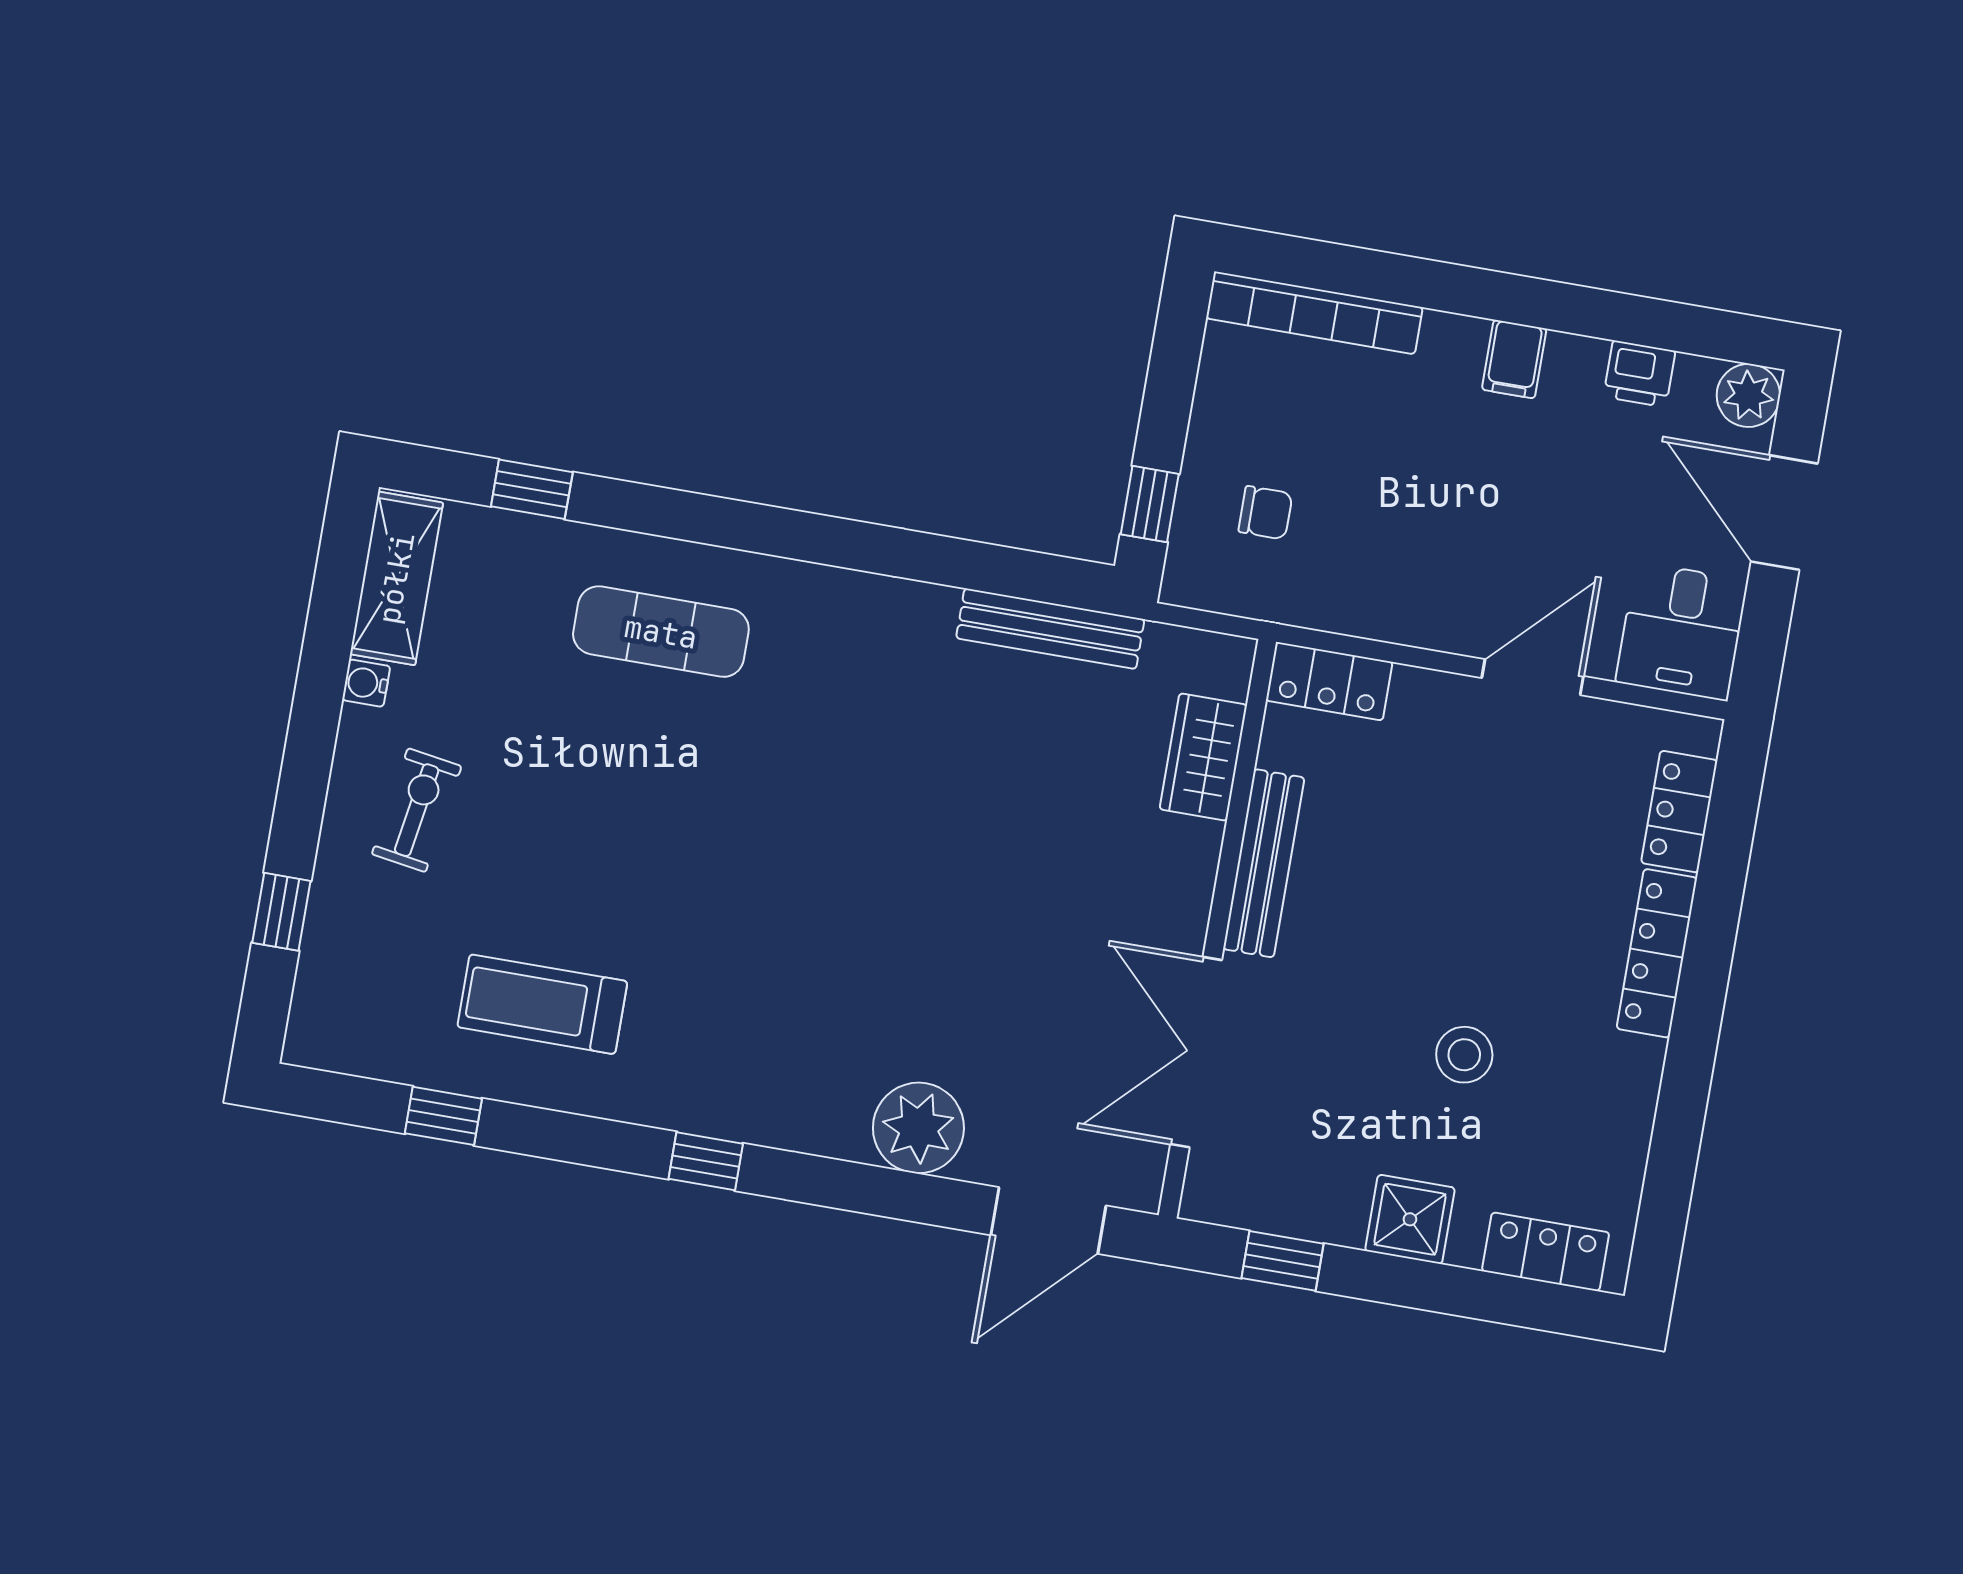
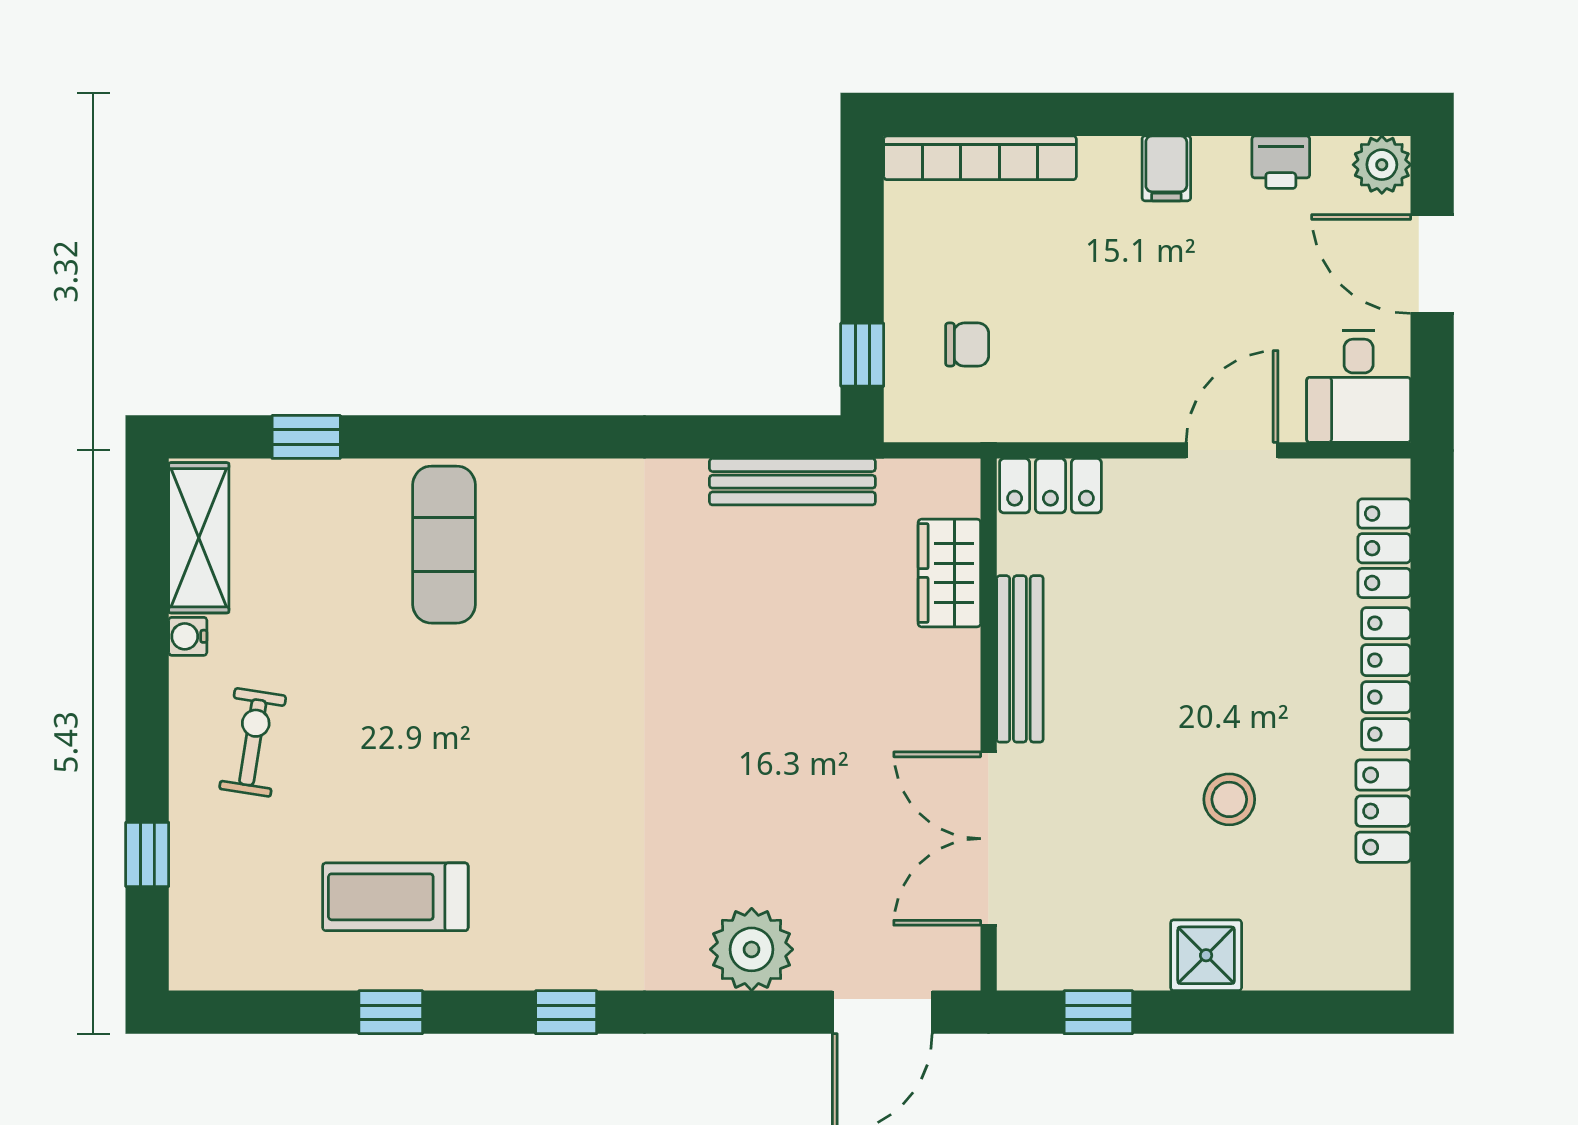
exercise mat: (661, 632) -> (444, 545), turned 90
window: (443, 1116) -> (391, 1012), moved
locker: (1546, 1252) -> (1383, 811), moved, turned -90

